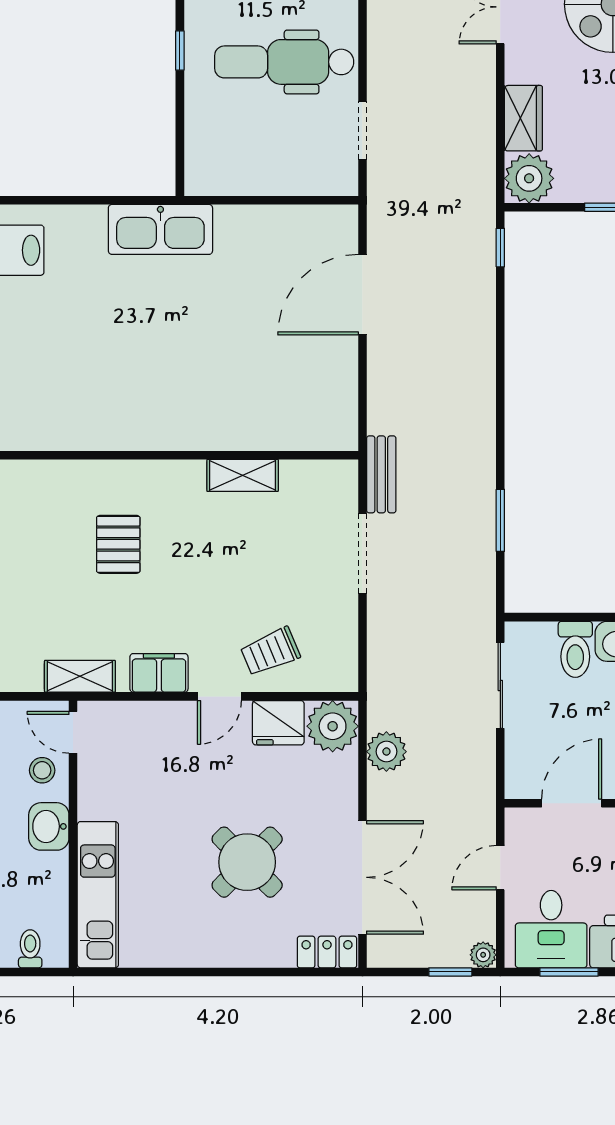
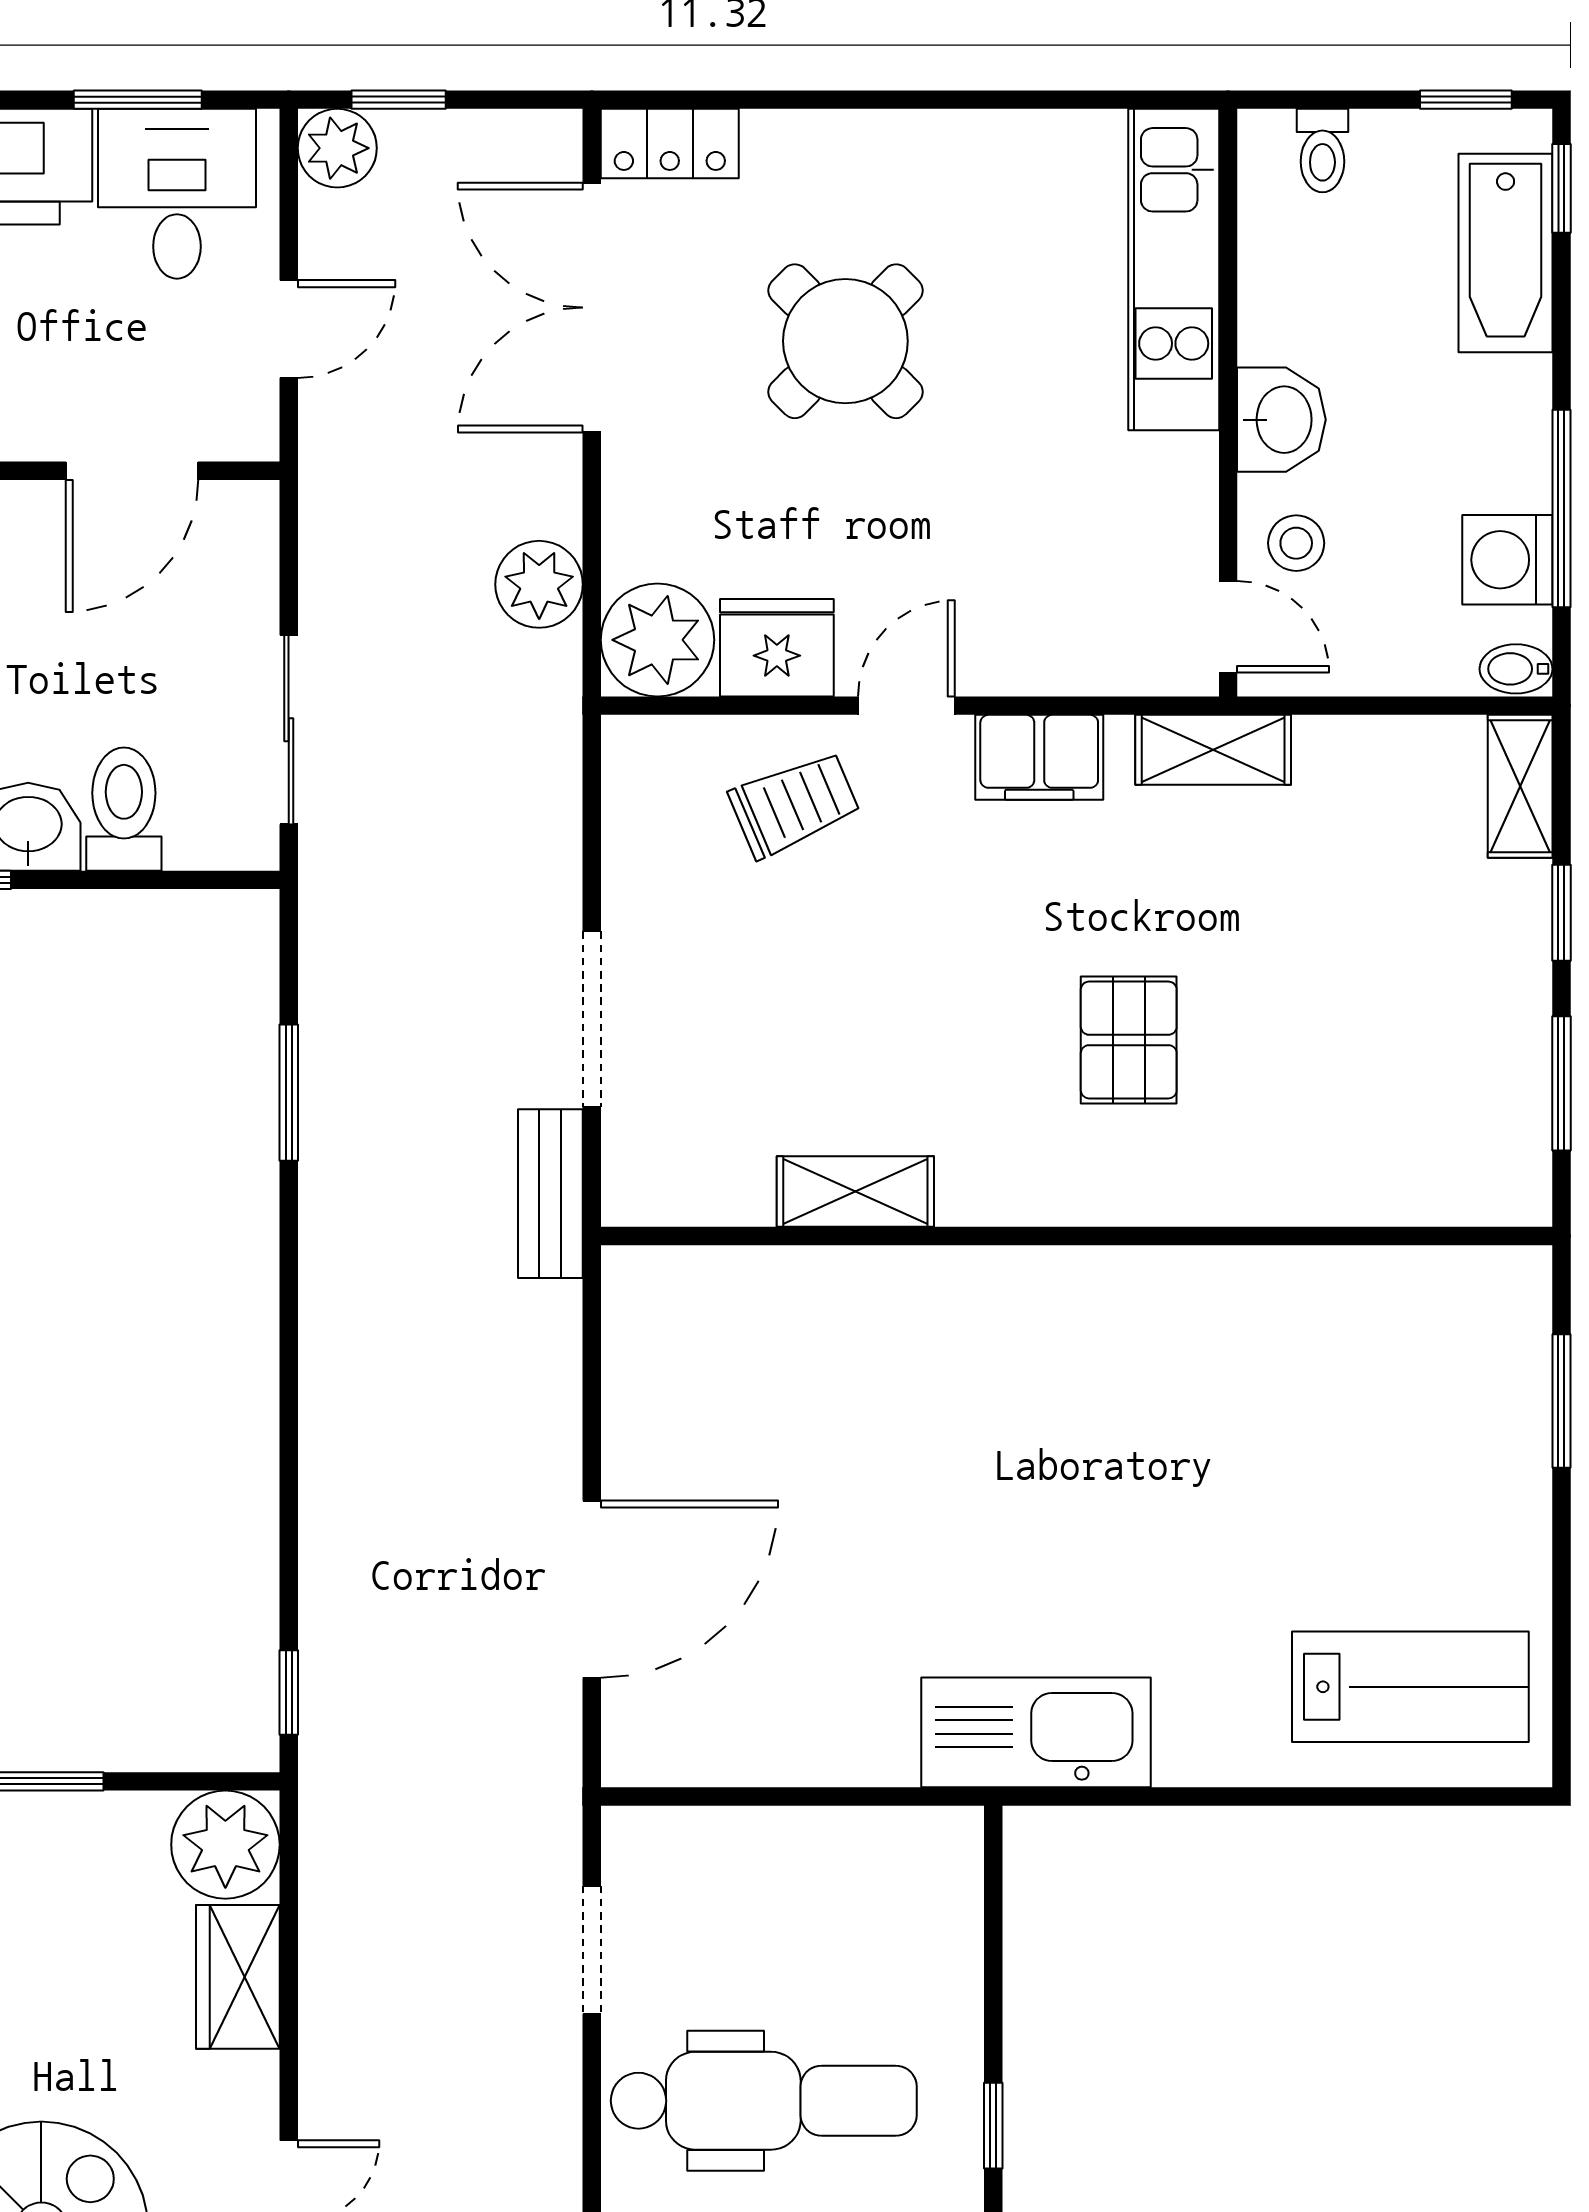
plant: (483, 955) -> (337, 148), width x1.38, depth x1.38

